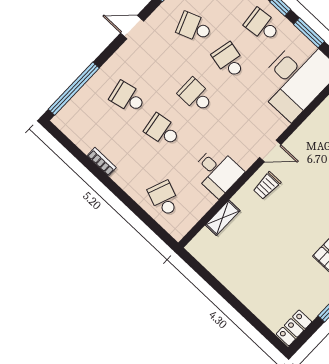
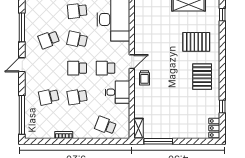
school desk: (230, 128) -> (106, 68), added
shelving: (223, 218) -> (139, 128), moved
window: (210, 279) -> (158, 141), added

